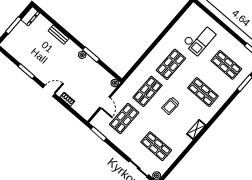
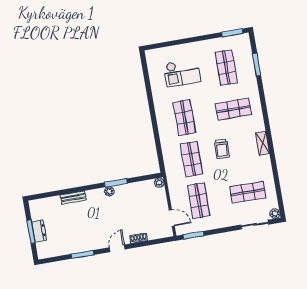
dresser: (30, 16) -> (39, 231), moved
checkout: (199, 39) -> (182, 73), turned 90
shop shelf: (226, 65) -> (226, 68), turned 90
door: (105, 102) -> (172, 218), moved

